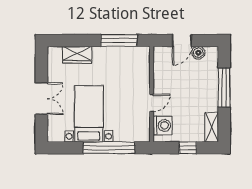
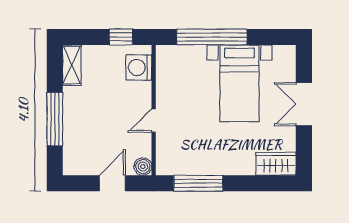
boiler: (198, 53) -> (143, 167), moved
wardrobe: (77, 55) -> (276, 164), moved
door: (152, 103) -> (154, 121), moved
window: (188, 148) -> (121, 37), moved

